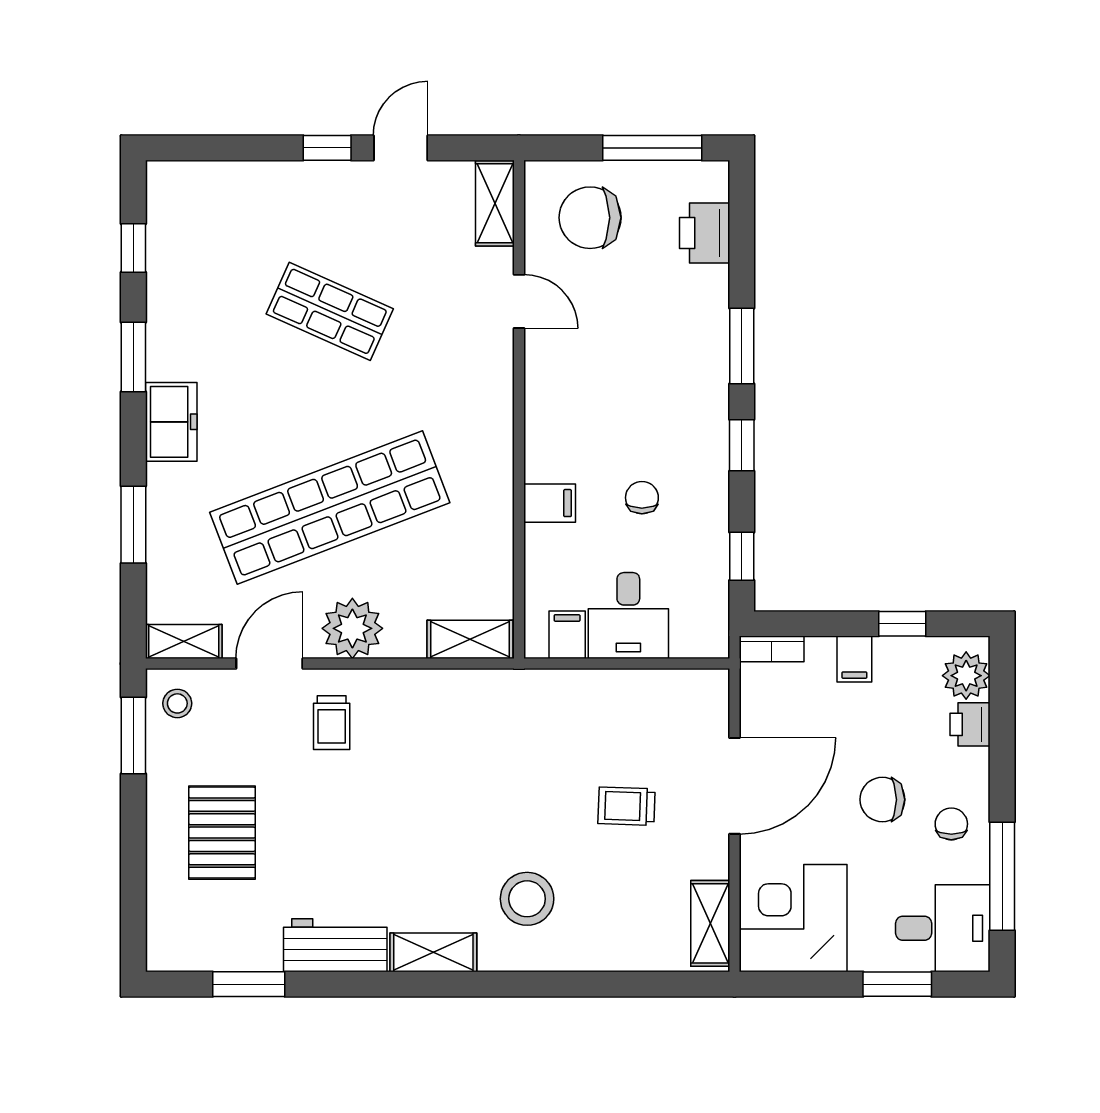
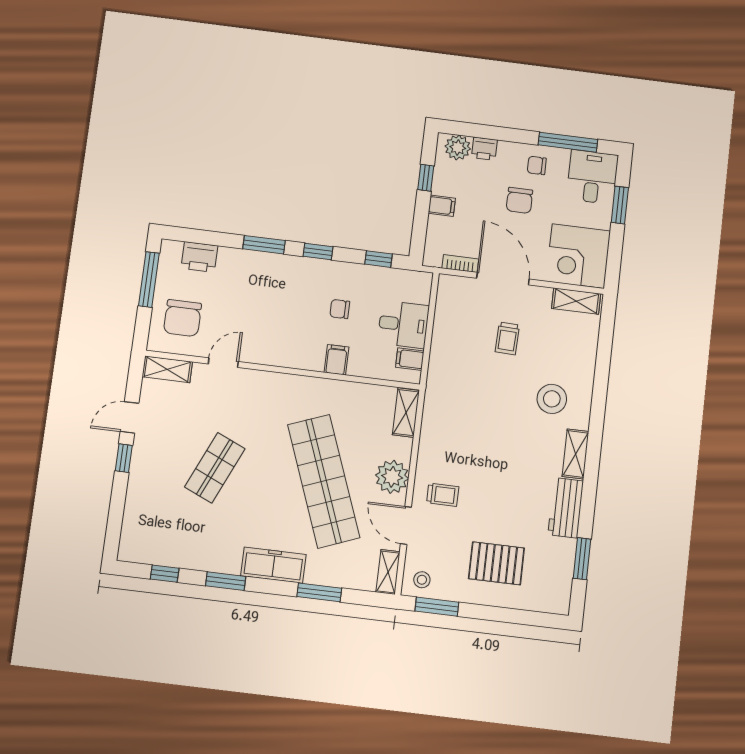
door: (401, 148) -> (129, 417), hinge flipped
freezer: (171, 422) -> (273, 565), width x1.40
bookcase: (772, 649) -> (460, 264), moved, turned -90

